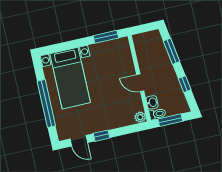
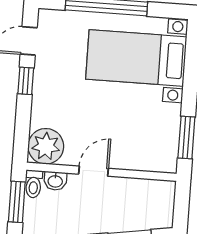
plant: (140, 117) -> (46, 146), width x1.87, depth x1.87

